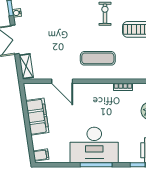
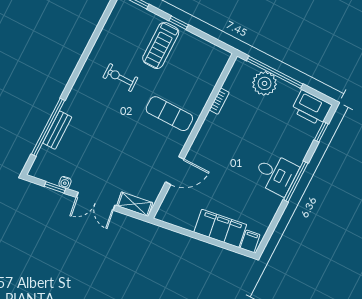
exercise mat: (98, 58) -> (169, 114), turned 90
filing cabinet: (37, 117) -> (220, 228), moved
desk: (94, 145) -> (276, 174), width x0.53, depth x0.77

